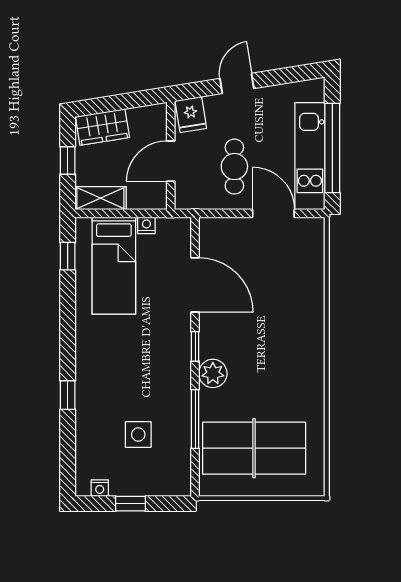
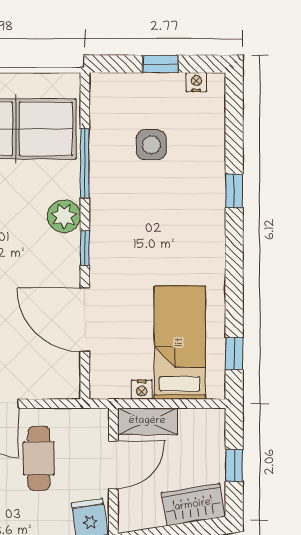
shelving: (100, 198) -> (147, 421), moved

